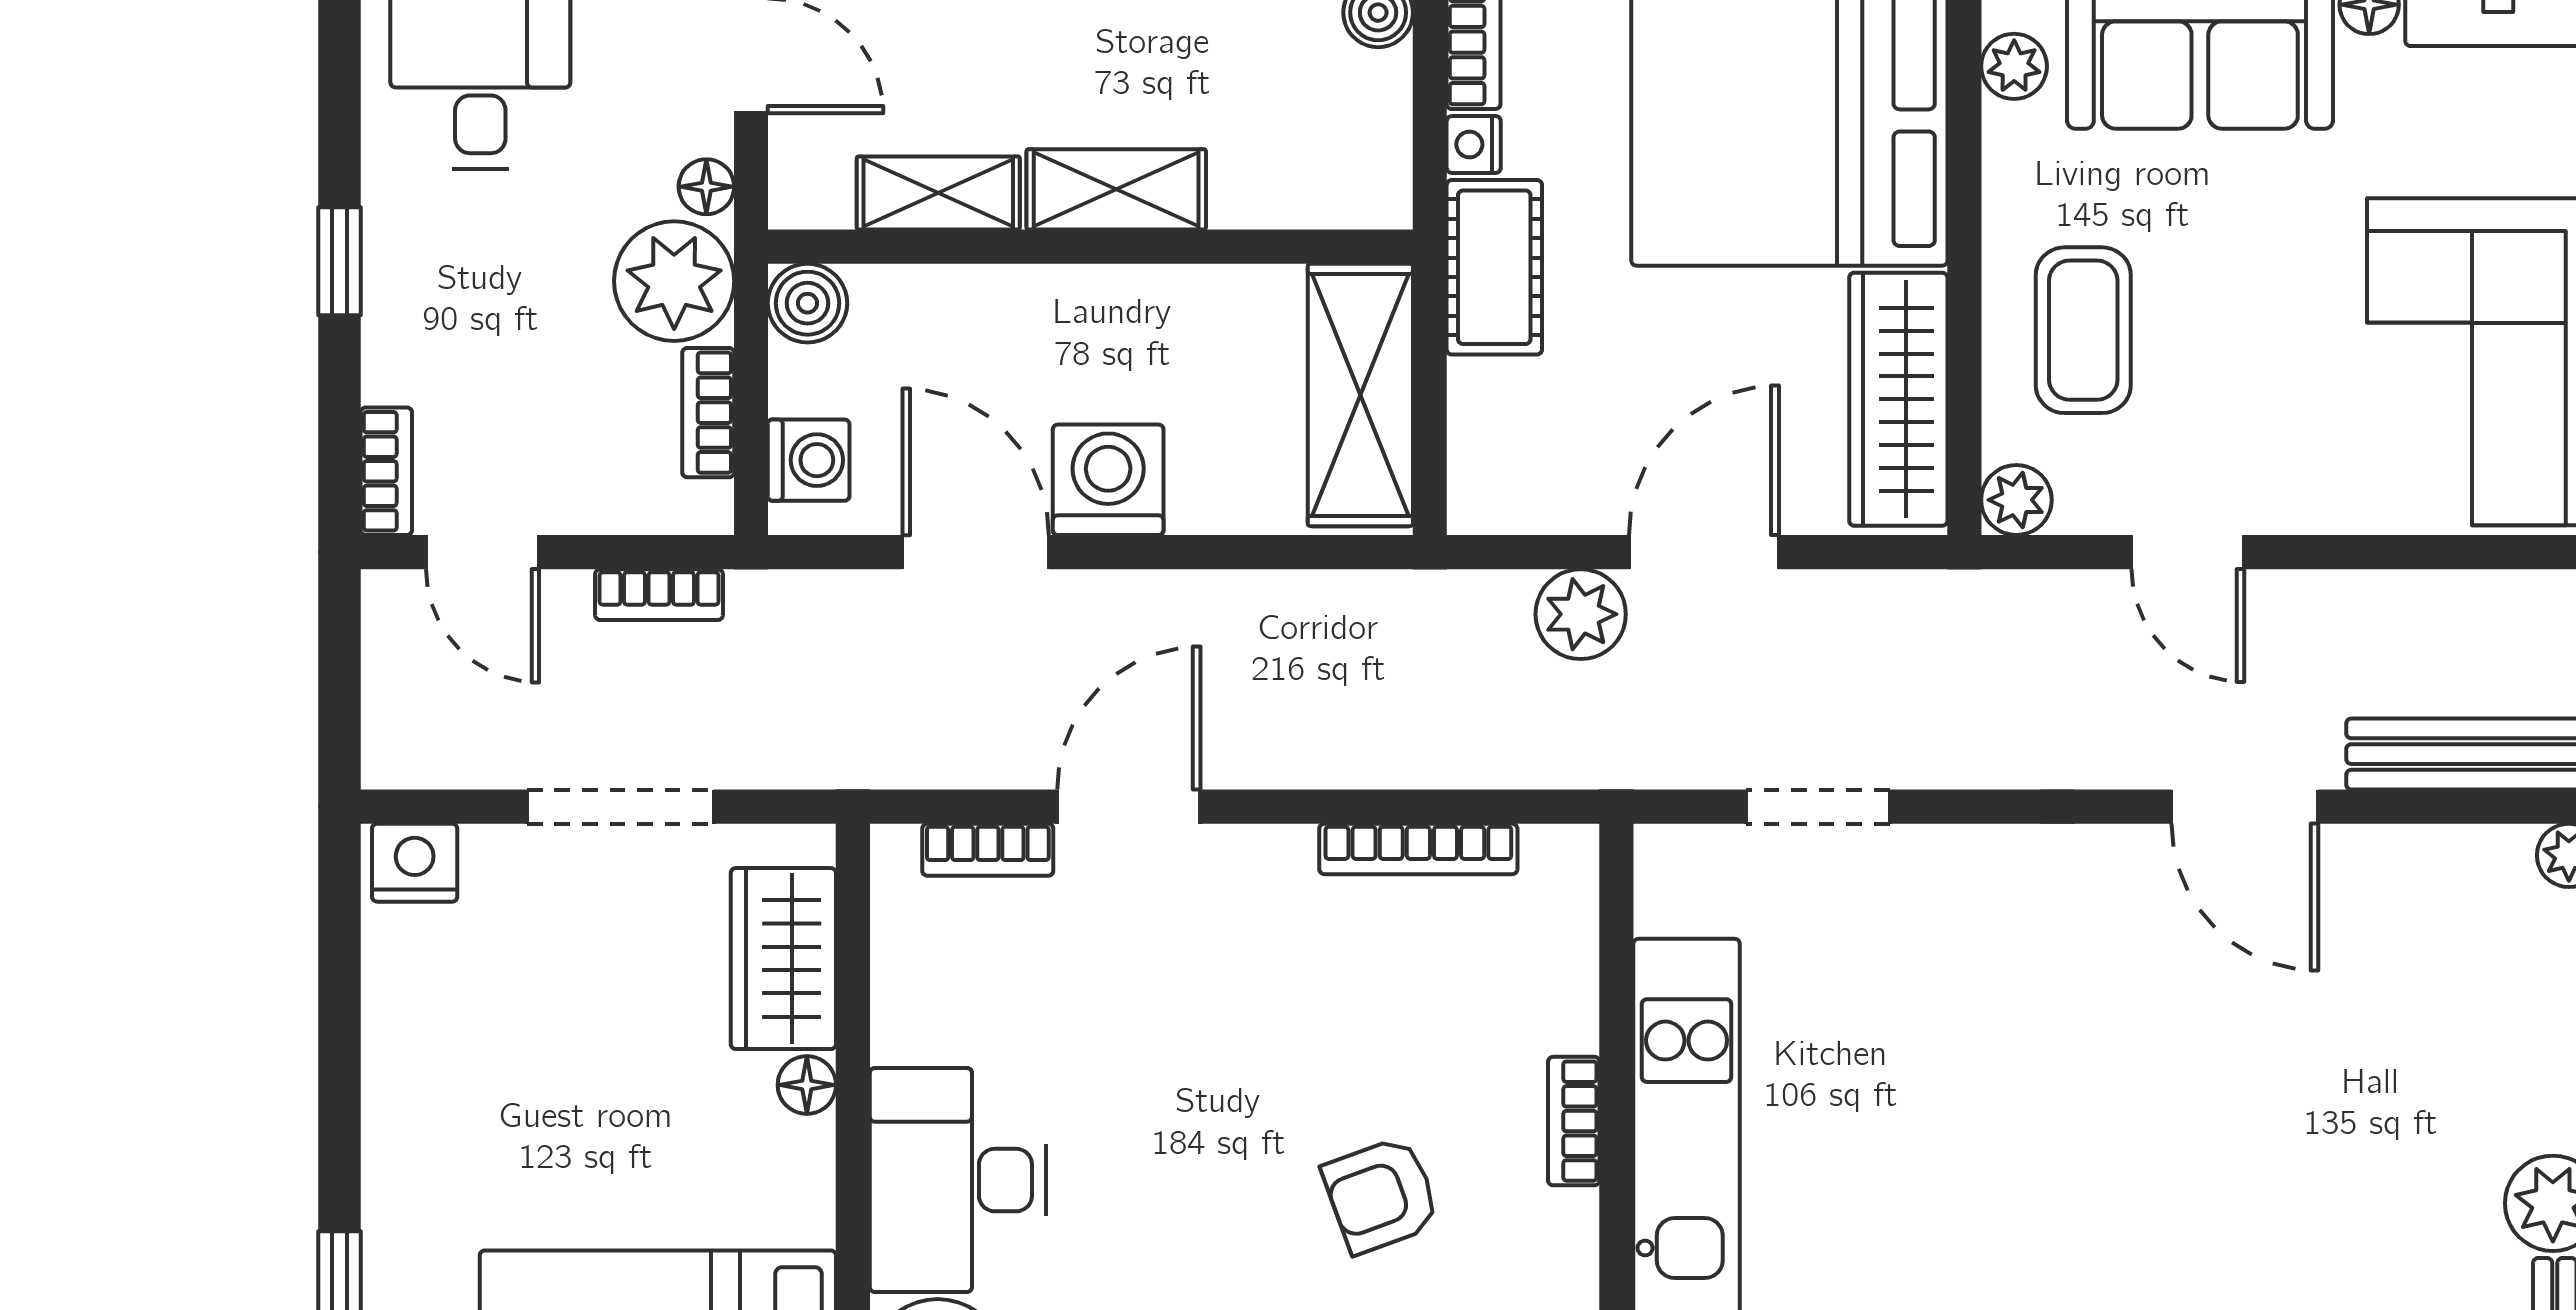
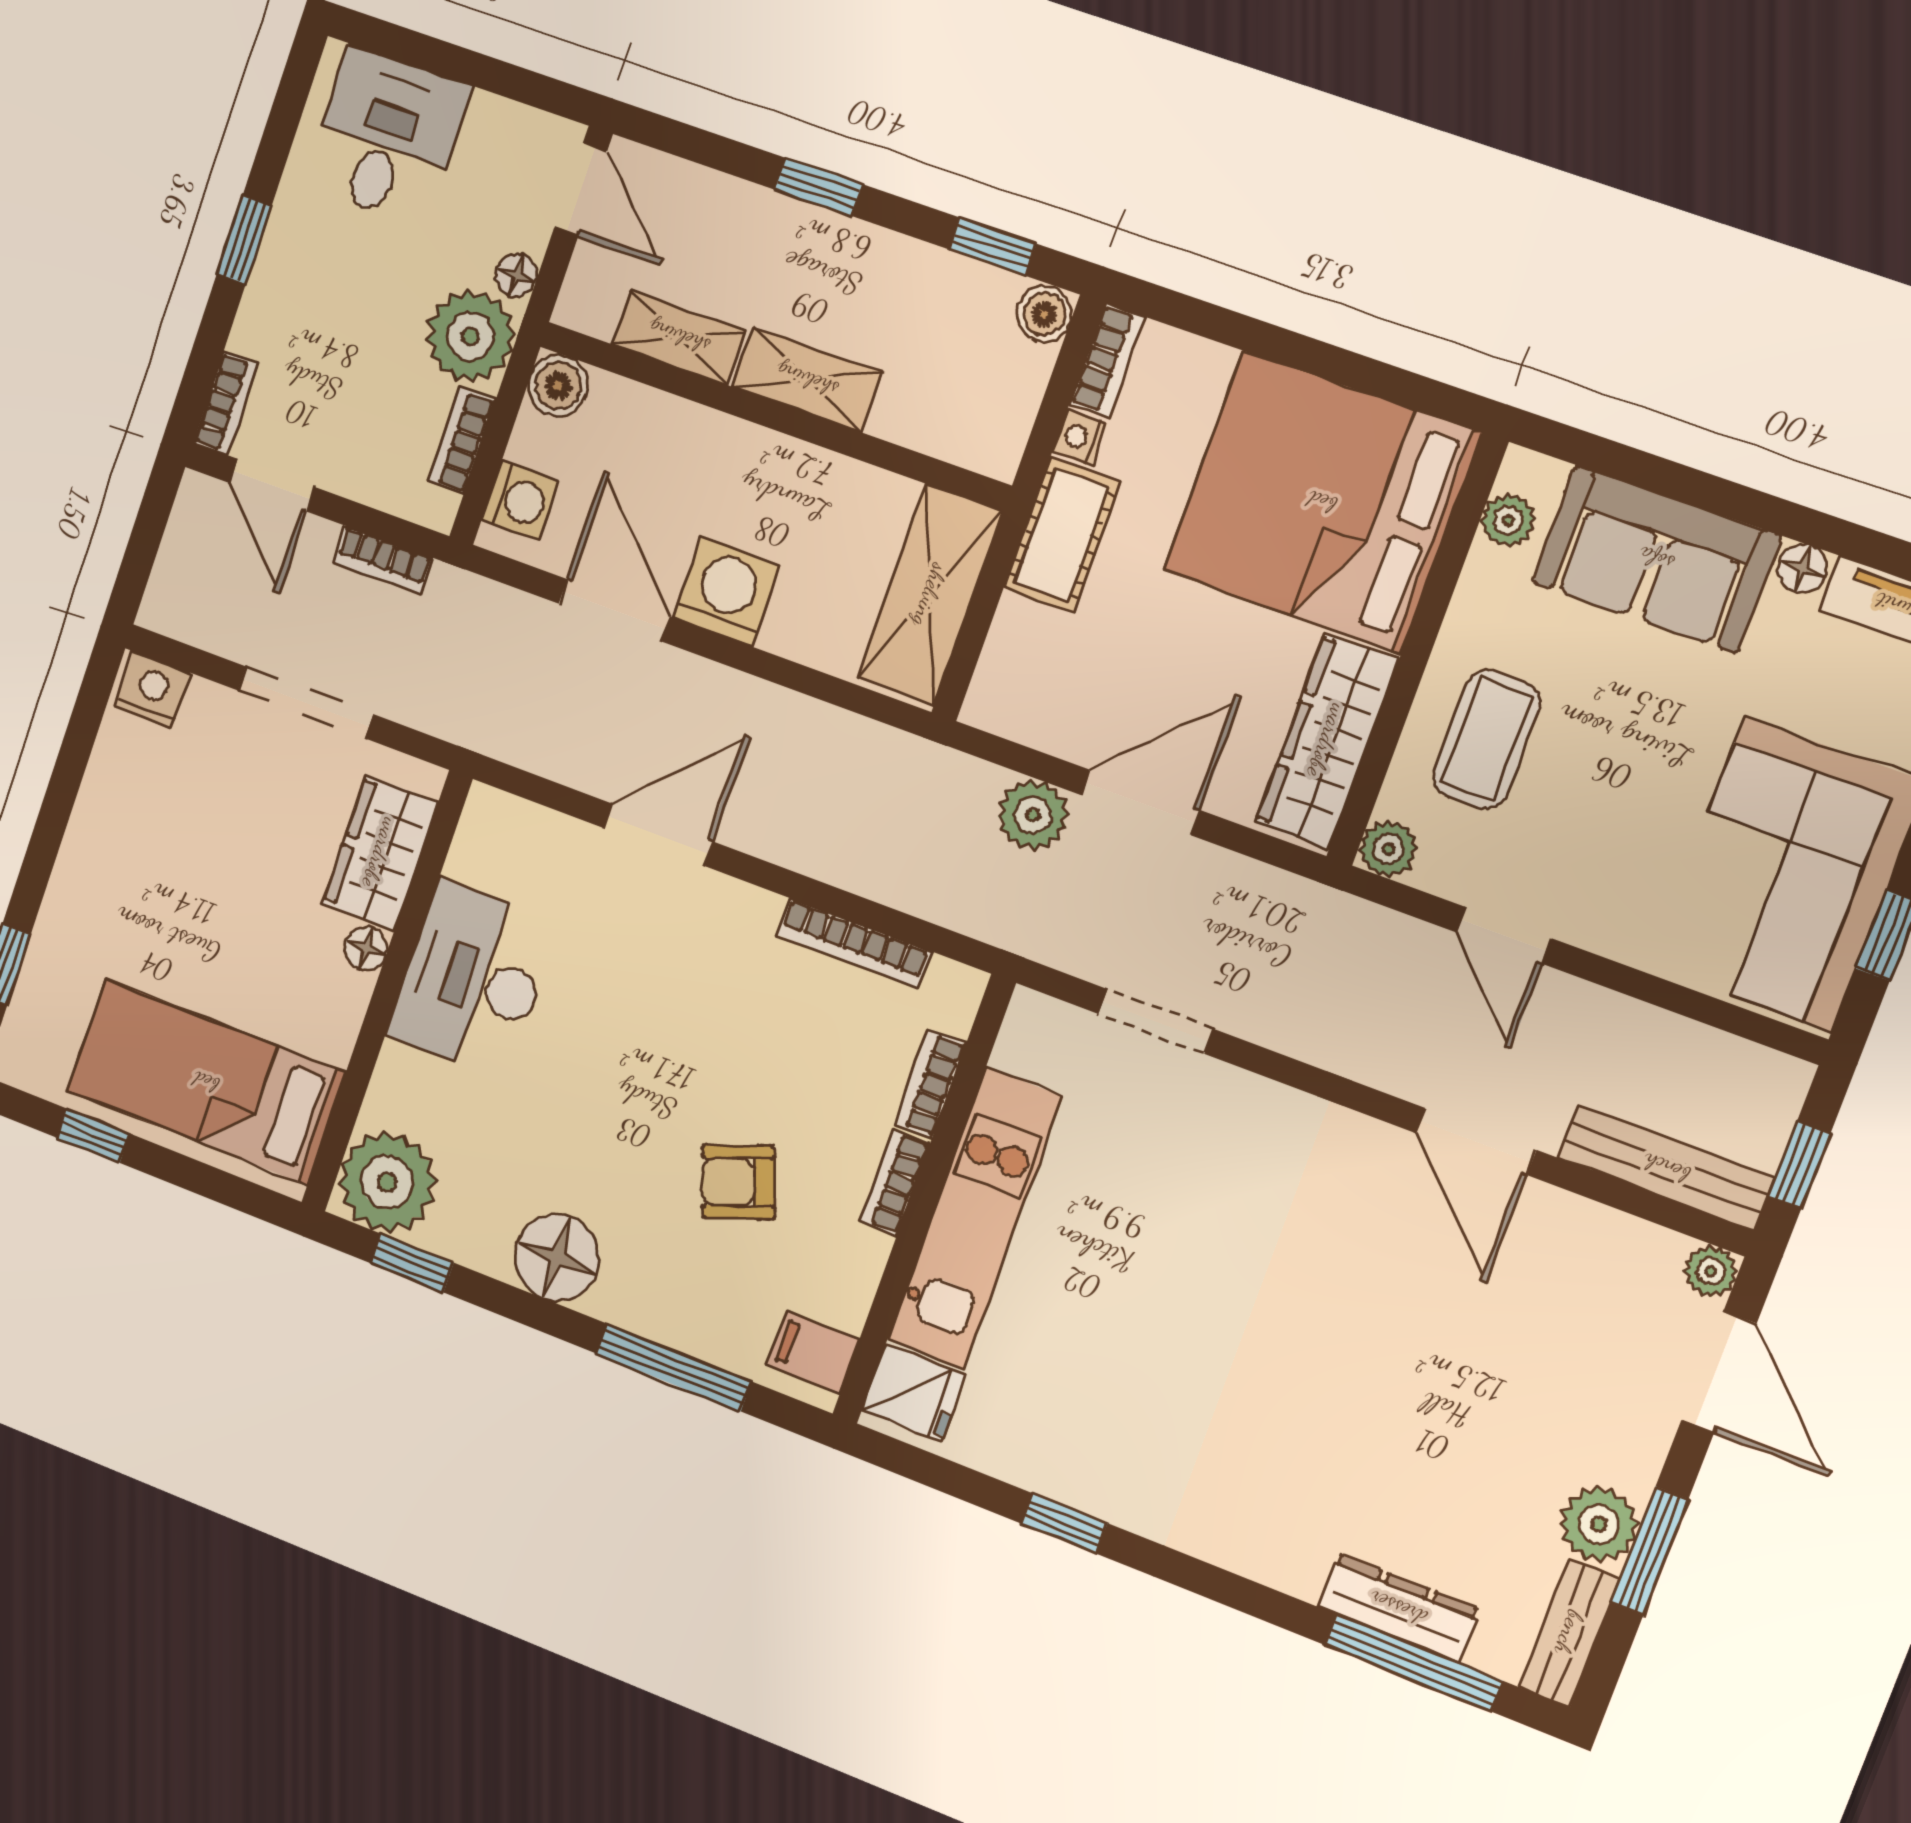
bookcase: (988, 850) -> (930, 1084), moved, turned 90
desk: (958, 1180) -> (473, 979), moved

